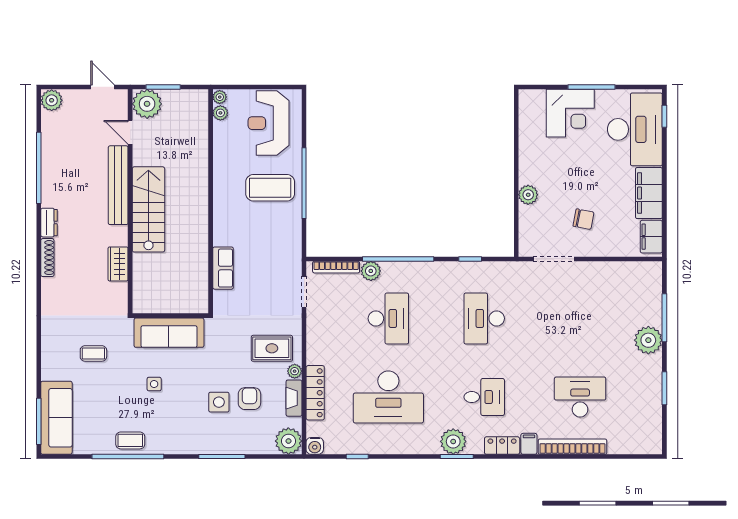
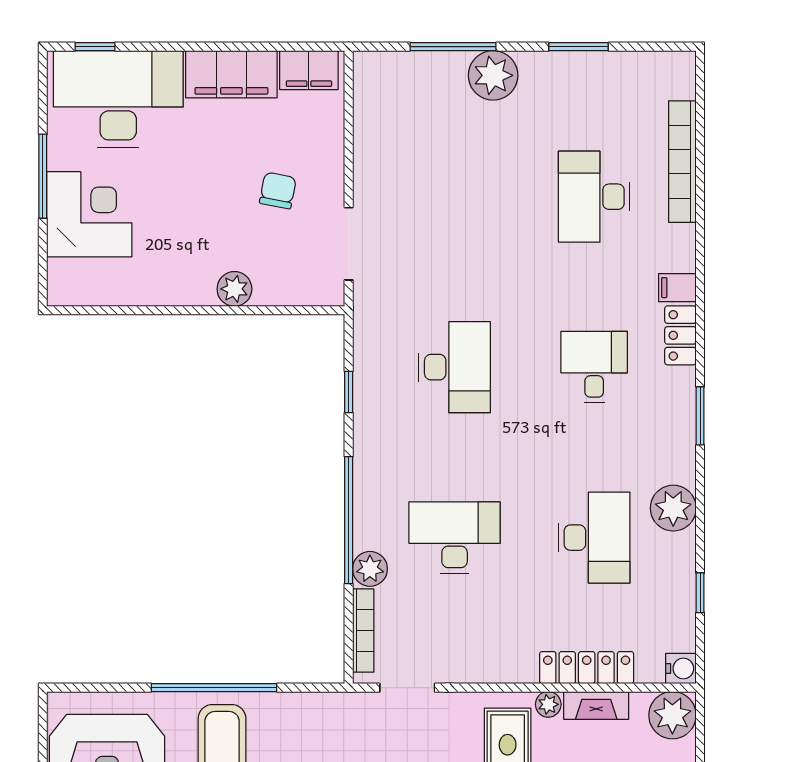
desk: (484, 318) -> (455, 367), turned -90
desk: (388, 397) -> (594, 538), width x0.73, depth x0.77
plant: (453, 441) -> (673, 508), moved
bookcase: (572, 447) -> (682, 162), moved

